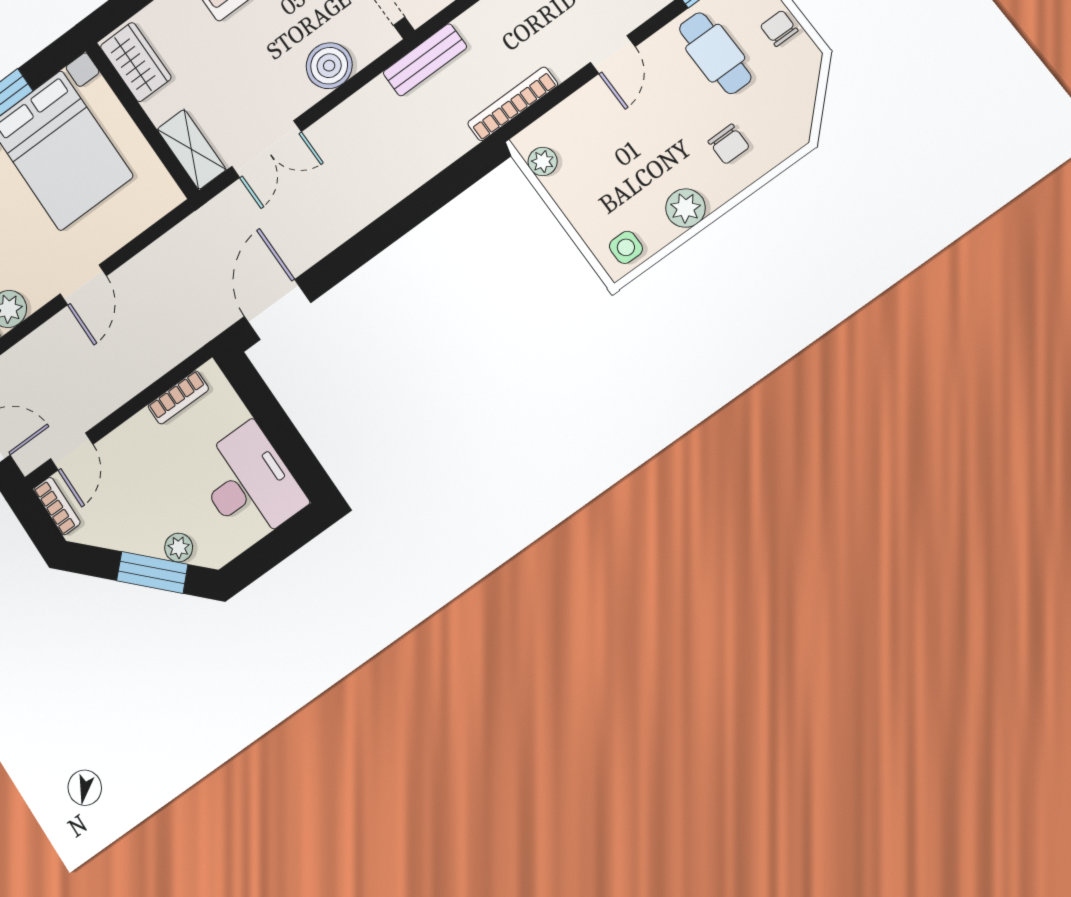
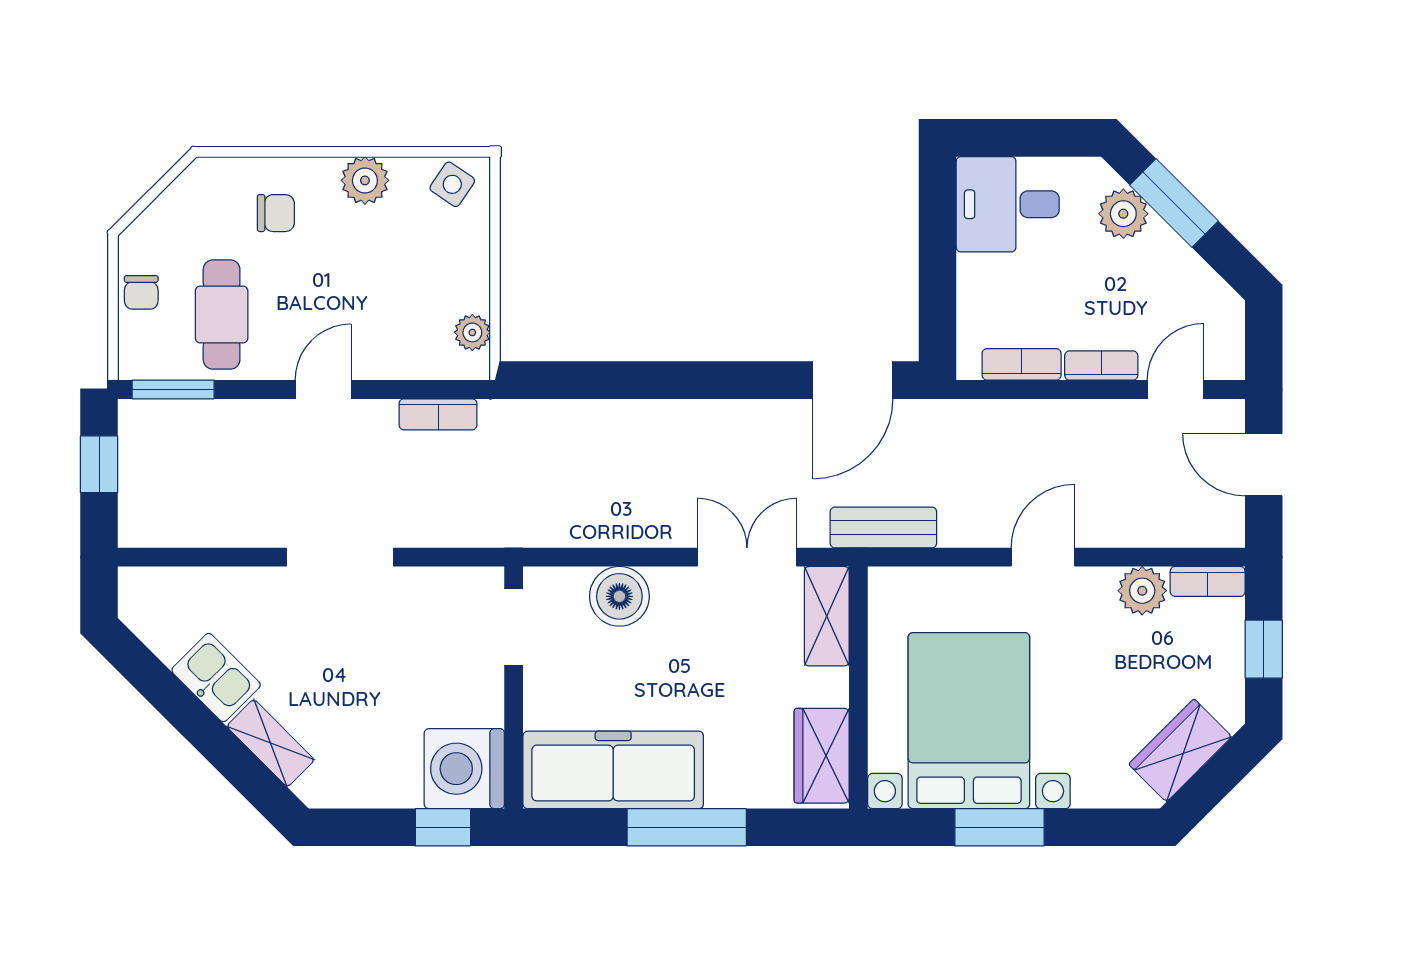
bench: (425, 60) -> (883, 527), moved
bookcase: (513, 104) -> (438, 414), width x0.64
chair: (729, 144) -> (276, 213), turned 90
side table: (626, 247) -> (452, 184), turned 34
desk: (249, 483) -> (1008, 204), width x0.73
bookcase: (57, 506) -> (1101, 366), moved, turned 90
plant: (179, 548) -> (1123, 214), width x1.38, depth x1.38

